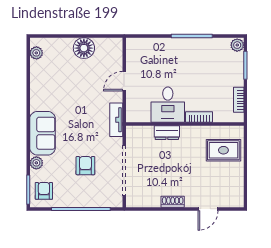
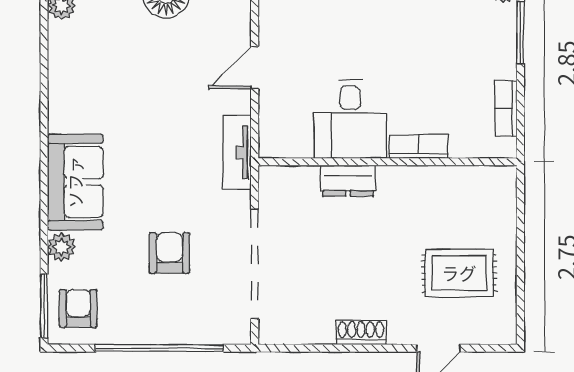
rug: (223, 150) -> (459, 273), moved

